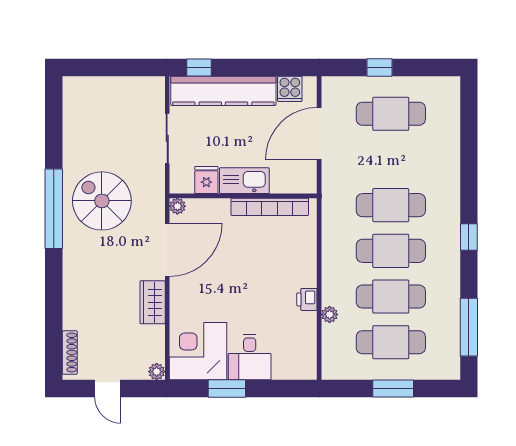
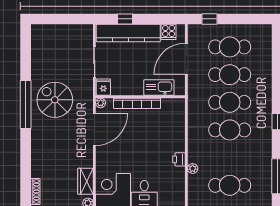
window: (199, 67) -> (125, 19), moved
window: (380, 67) -> (209, 19), moved
fridge: (206, 180) -> (103, 87), moved
kitchen sink: (244, 181) -> (159, 88), moved
bookcase: (270, 207) -> (137, 103), moved
cafe table: (391, 297) -> (230, 75), moved
wardrobe: (153, 302) -> (85, 181), moved

